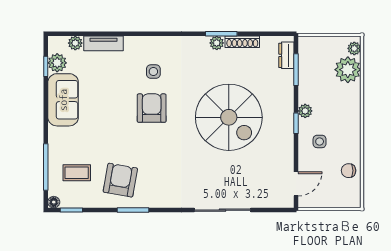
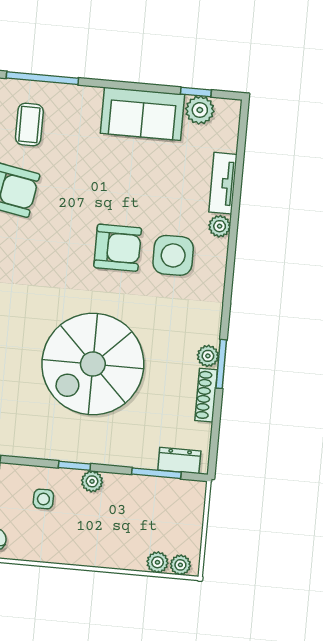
plant: (75, 43) -> (220, 226), moved
plant: (348, 70) -> (157, 562), width x0.53, depth x0.53
side table: (153, 72) -> (173, 255), width x1.87, depth x1.87

